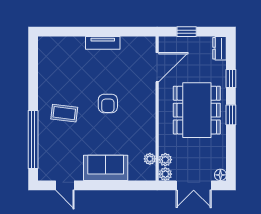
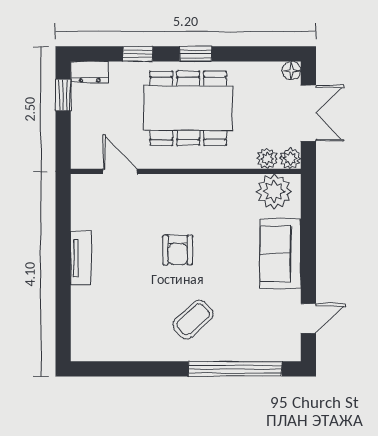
window: (187, 32) -> (63, 95), moved
door: (157, 67) -> (120, 171), width x0.73
armchair: (108, 103) -> (178, 250), turned 90
coffee table: (64, 113) -> (193, 319), turned 41
plant: (150, 159) -> (274, 191), width x1.88, depth x1.88

